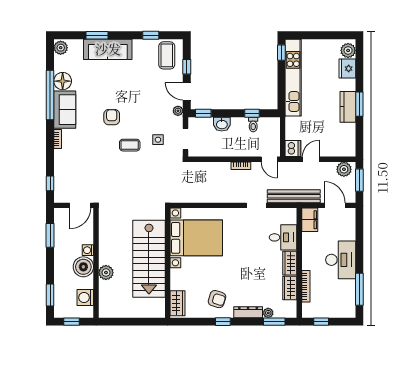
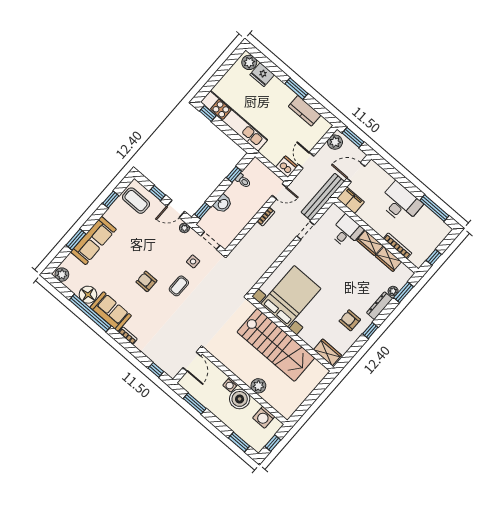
kitchen counter: (348, 107) -> (305, 111), moved
armchair: (217, 299) -> (350, 320), turned -107

